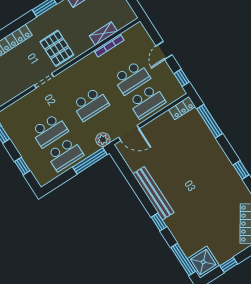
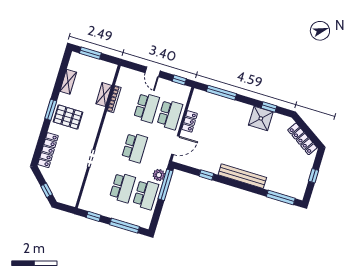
pallet: (57, 48) -> (68, 117), moved
locker: (182, 108) -> (190, 121), moved
plant: (103, 140) -> (159, 175), moved
window: (22, 166) -> (124, 226), width x2.17
bench: (153, 193) -> (242, 176), moved
window: (159, 222) -> (206, 175), moved
shower: (203, 262) -> (261, 118), moved

